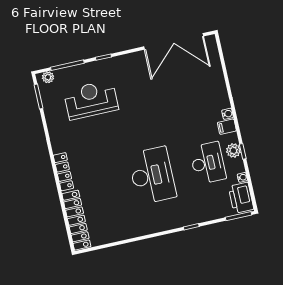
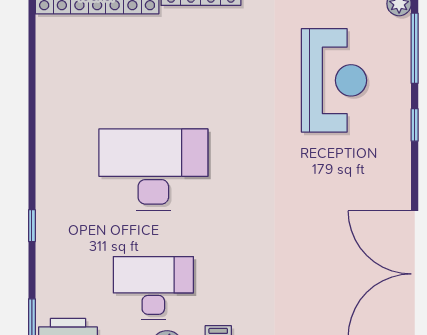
desk: (208, 163) -> (153, 288), turned 180
desk: (152, 175) -> (153, 170), turned 180

